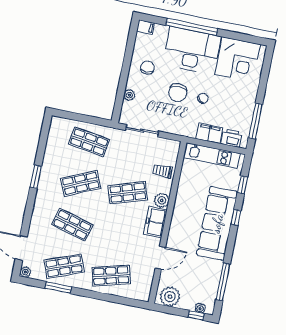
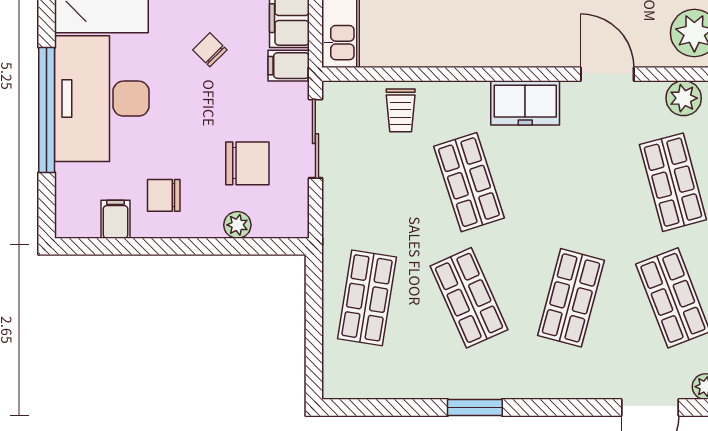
filing cabinet: (146, 27) -> (115, 219), moved
chair: (178, 93) -> (247, 163), moved
filing cabinet: (190, 129) -> (289, 66), added
sliding door: (142, 131) -> (315, 139), moved
plant: (162, 200) -> (684, 98), moved

